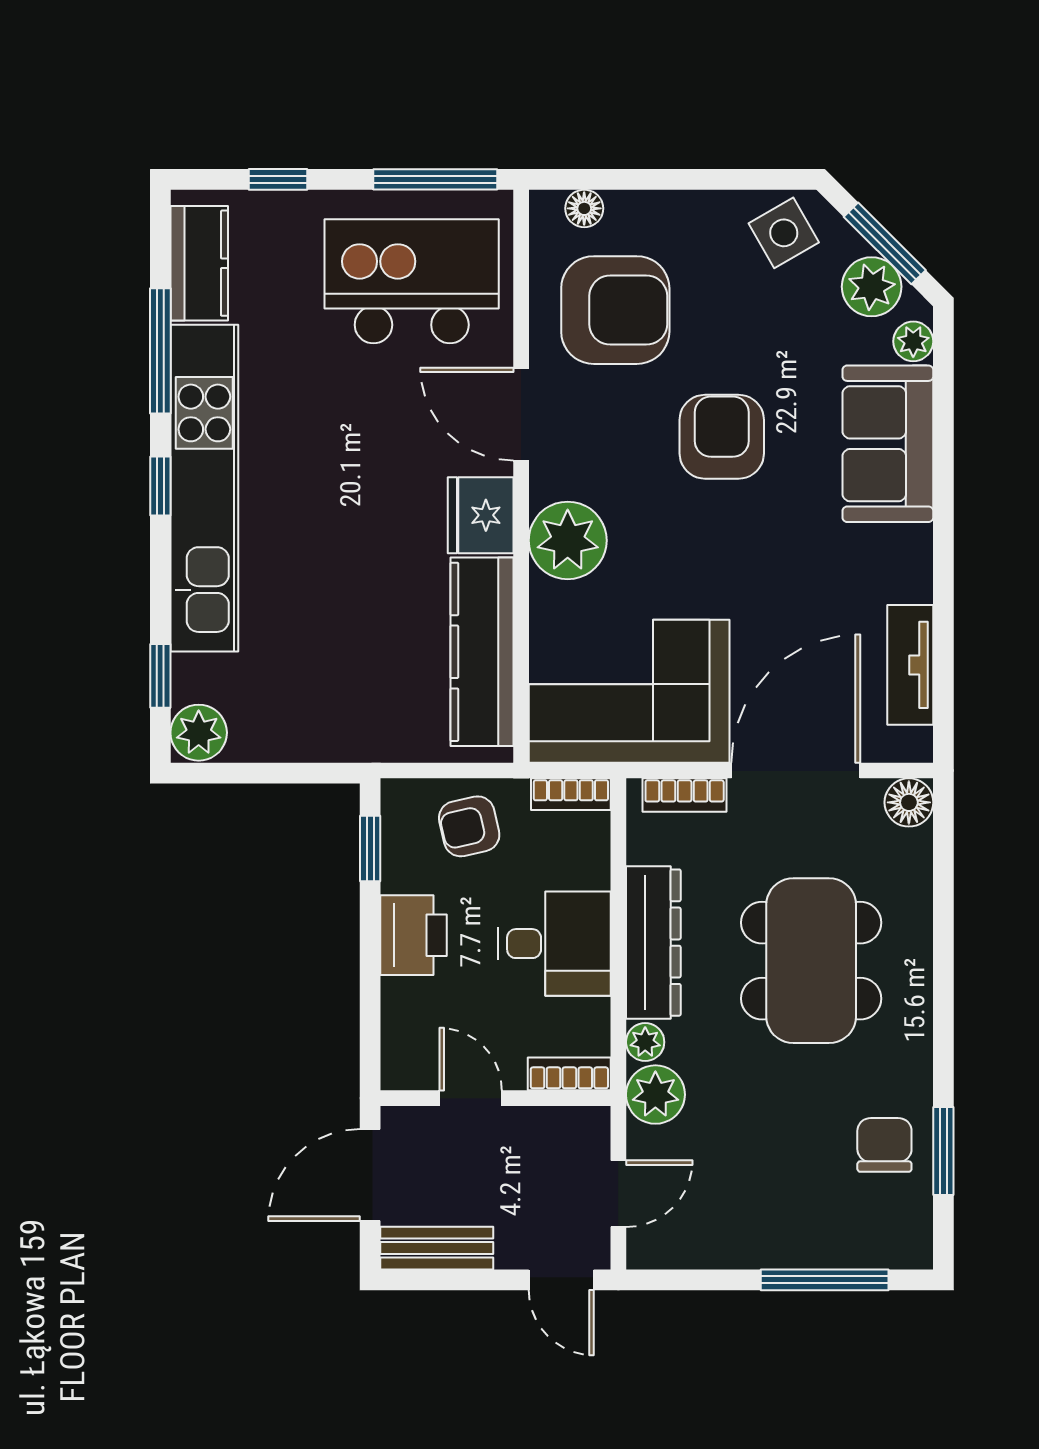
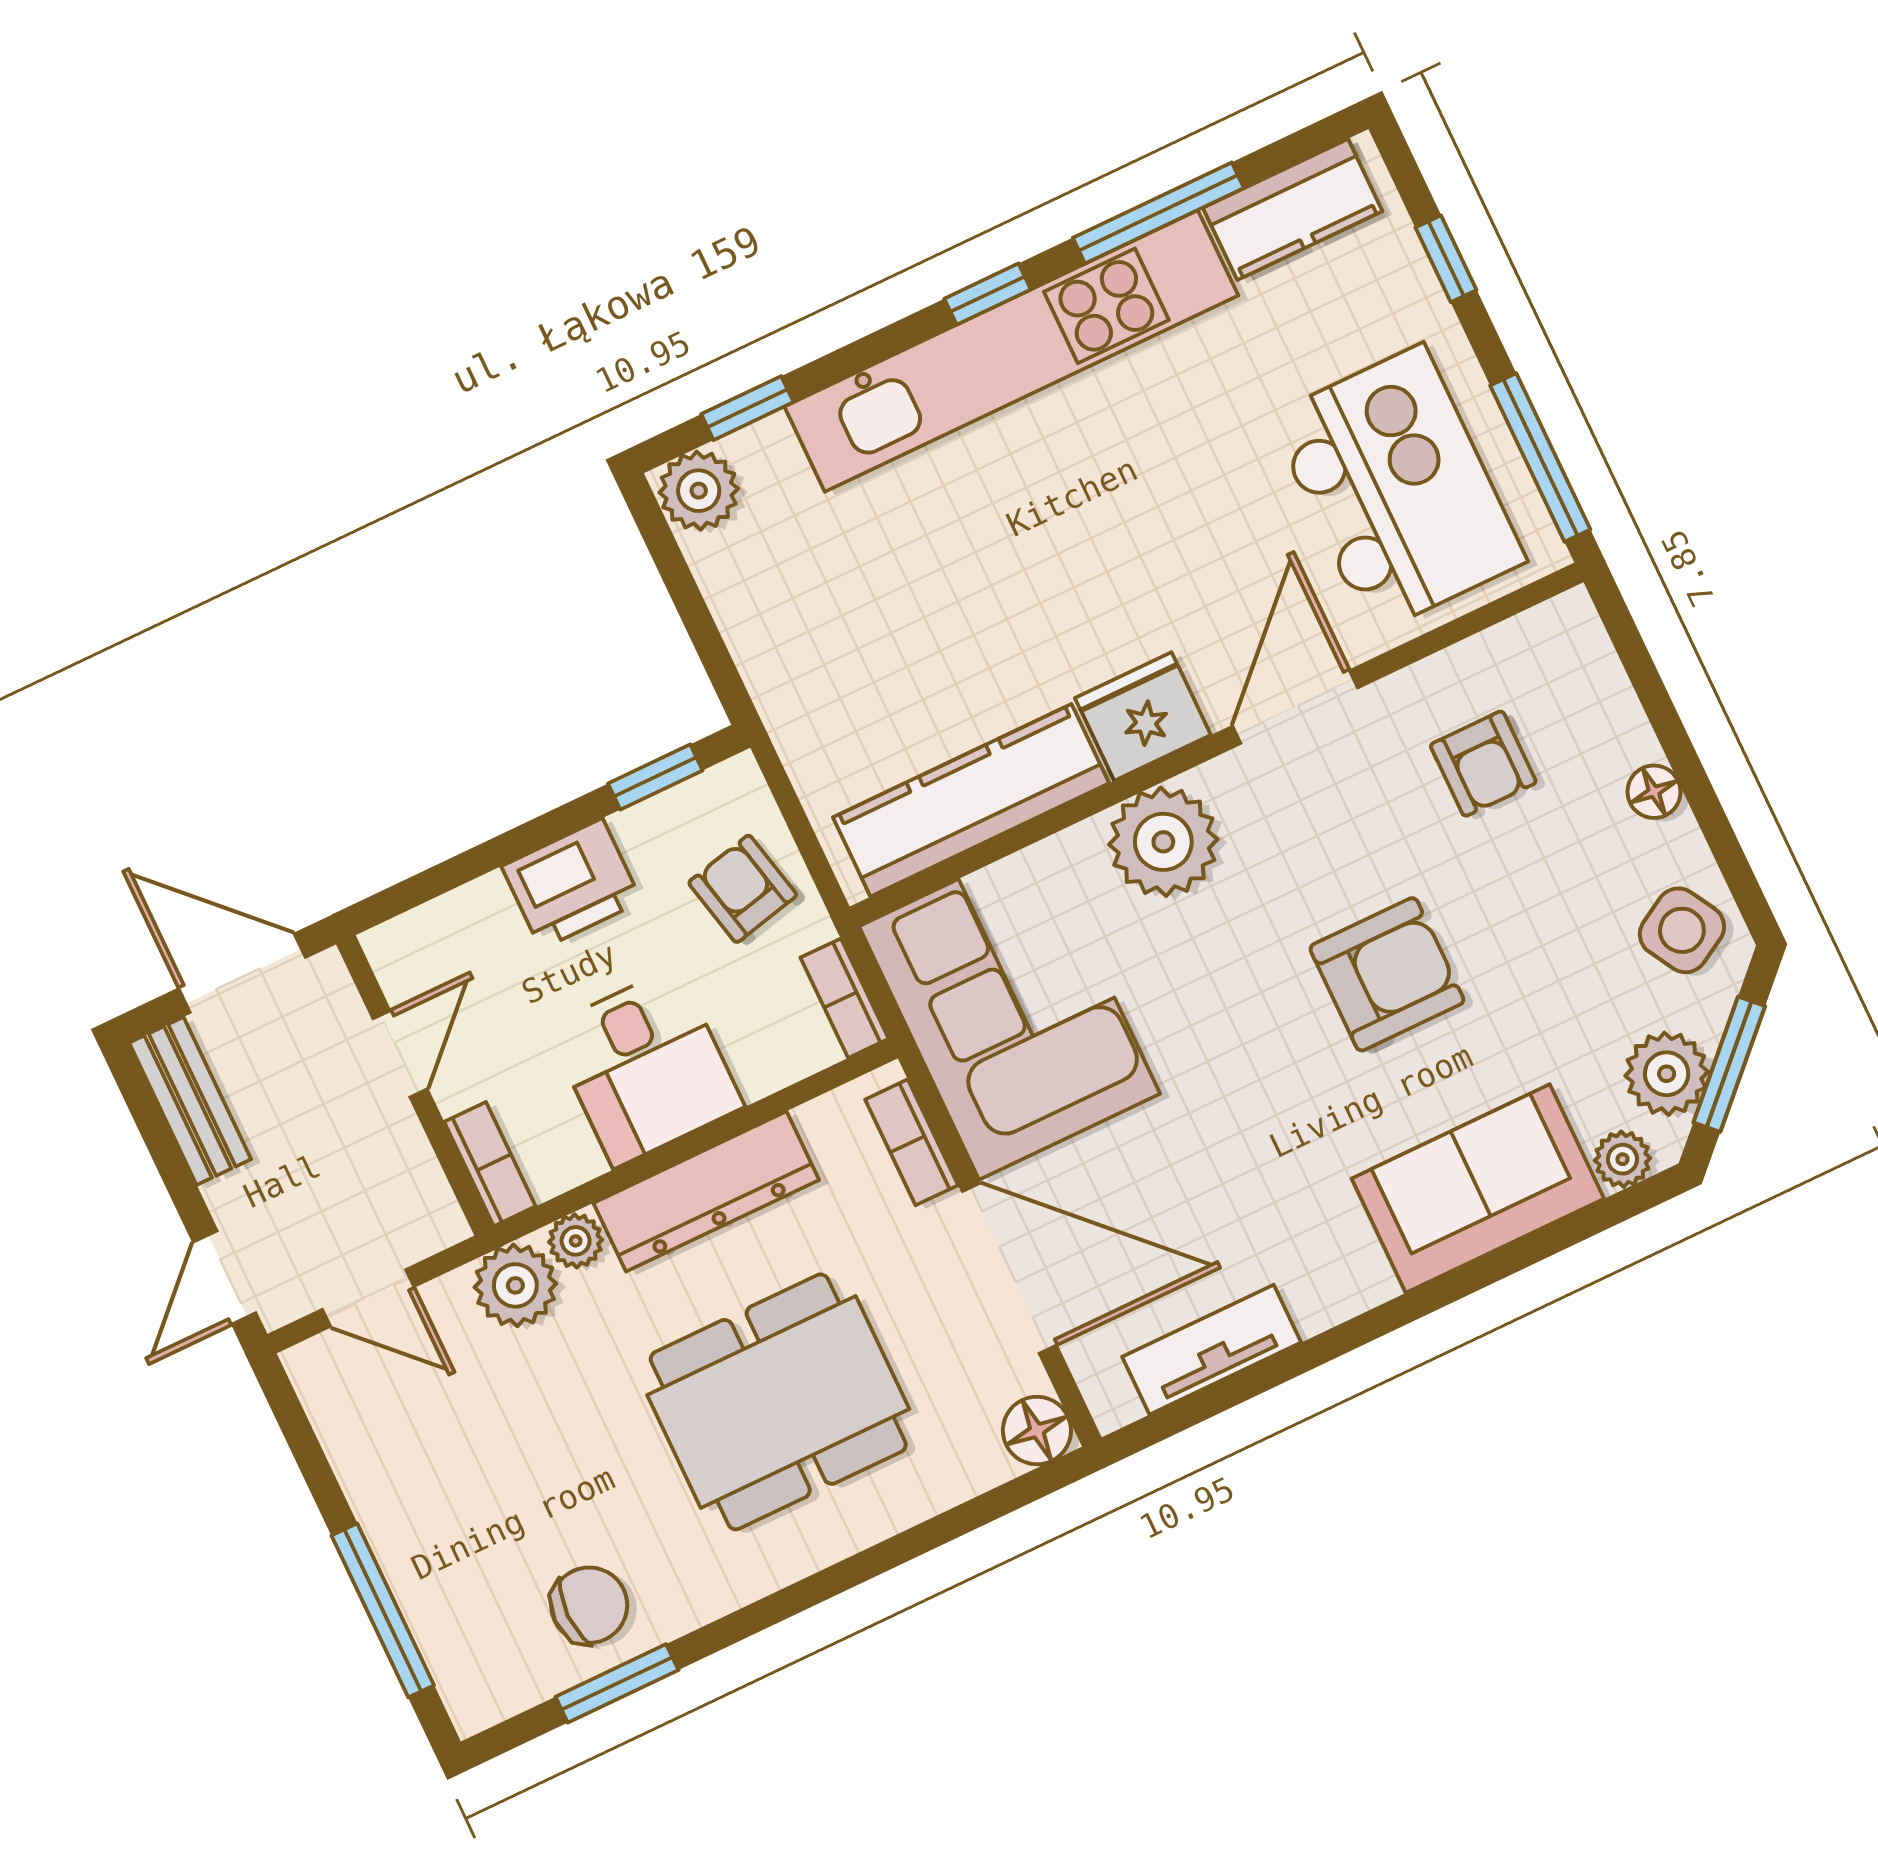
floor lamp: (584, 208) -> (1654, 792), moved
armchair: (615, 310) -> (1483, 764), width x0.53, depth x0.53

